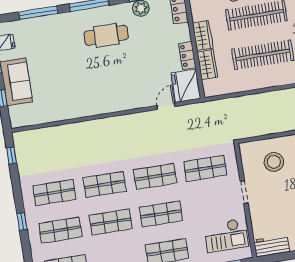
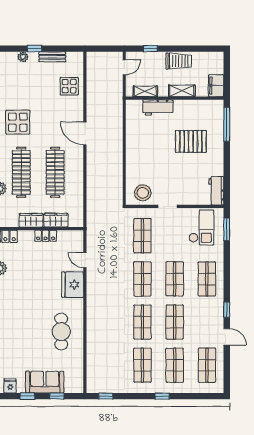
cafe table: (106, 35) -> (61, 332), moved
fridge: (186, 86) -> (73, 285), moved, turned 90
stool: (274, 162) -> (143, 193), moved

